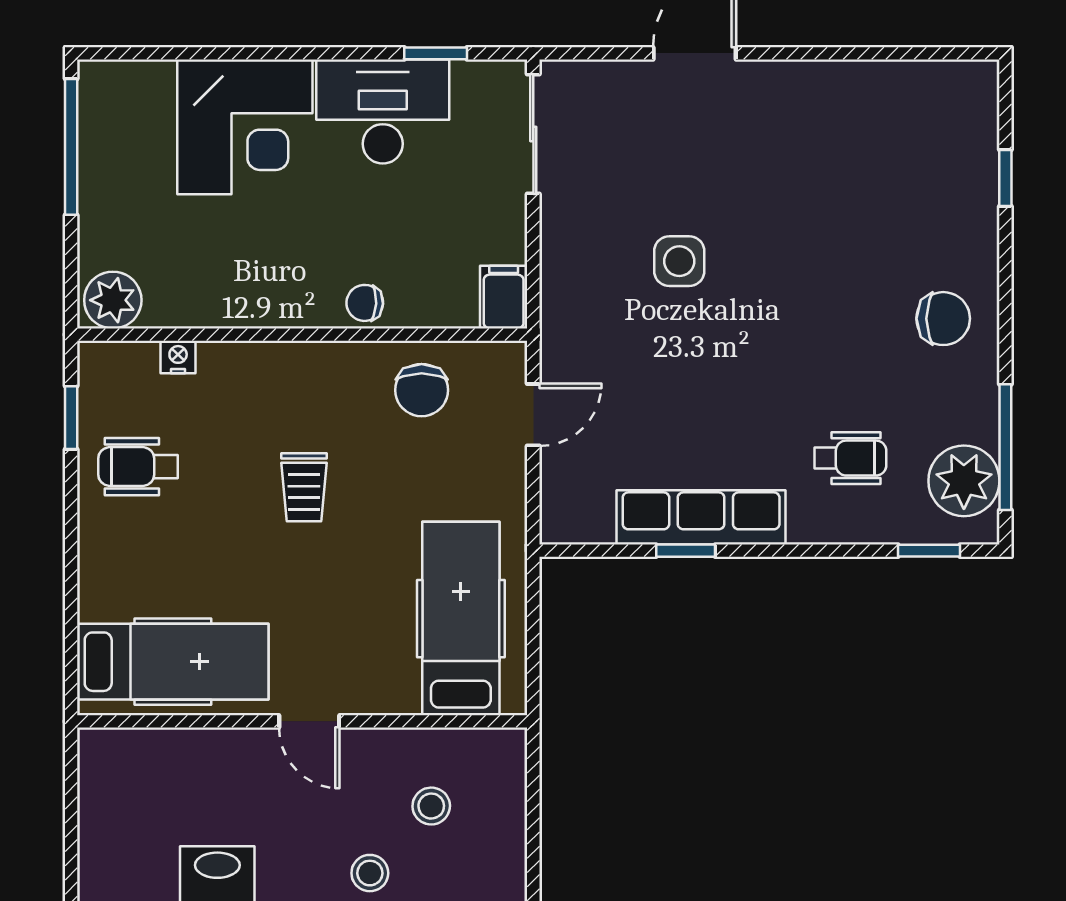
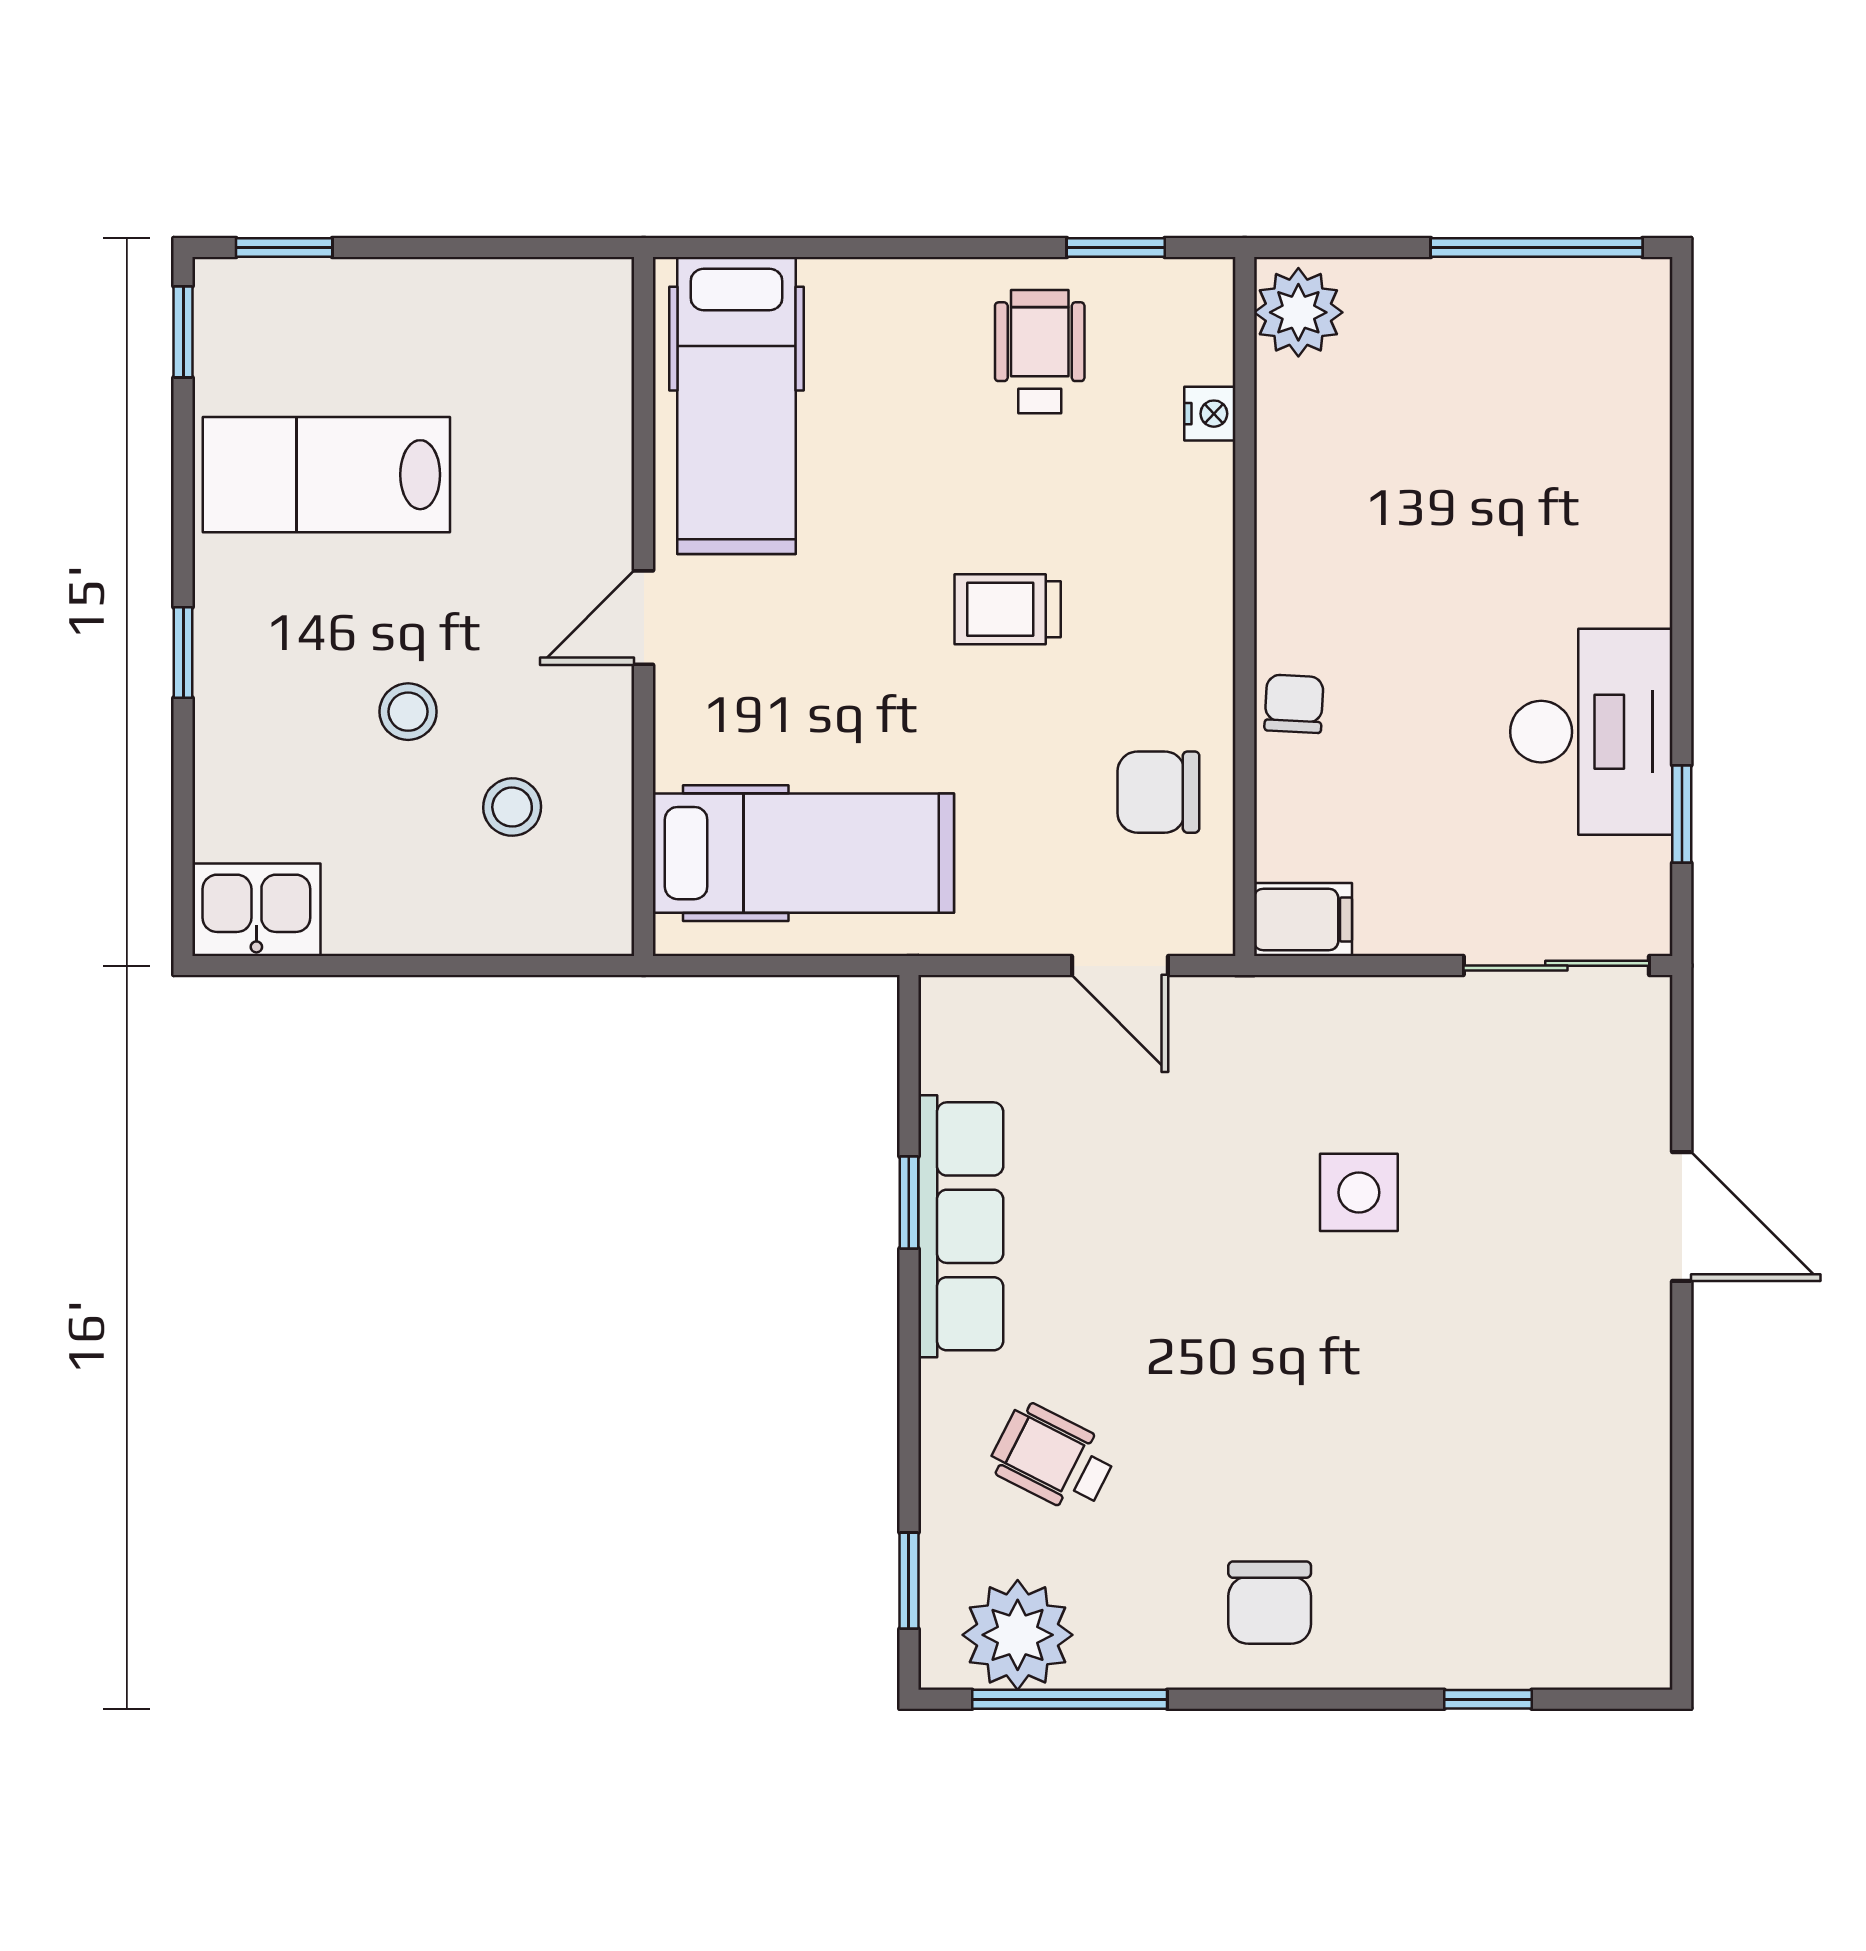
corner desk: (245, 127) -> (1568, 517), removed
wheelchair: (850, 458) -> (1053, 1458), turned 117

